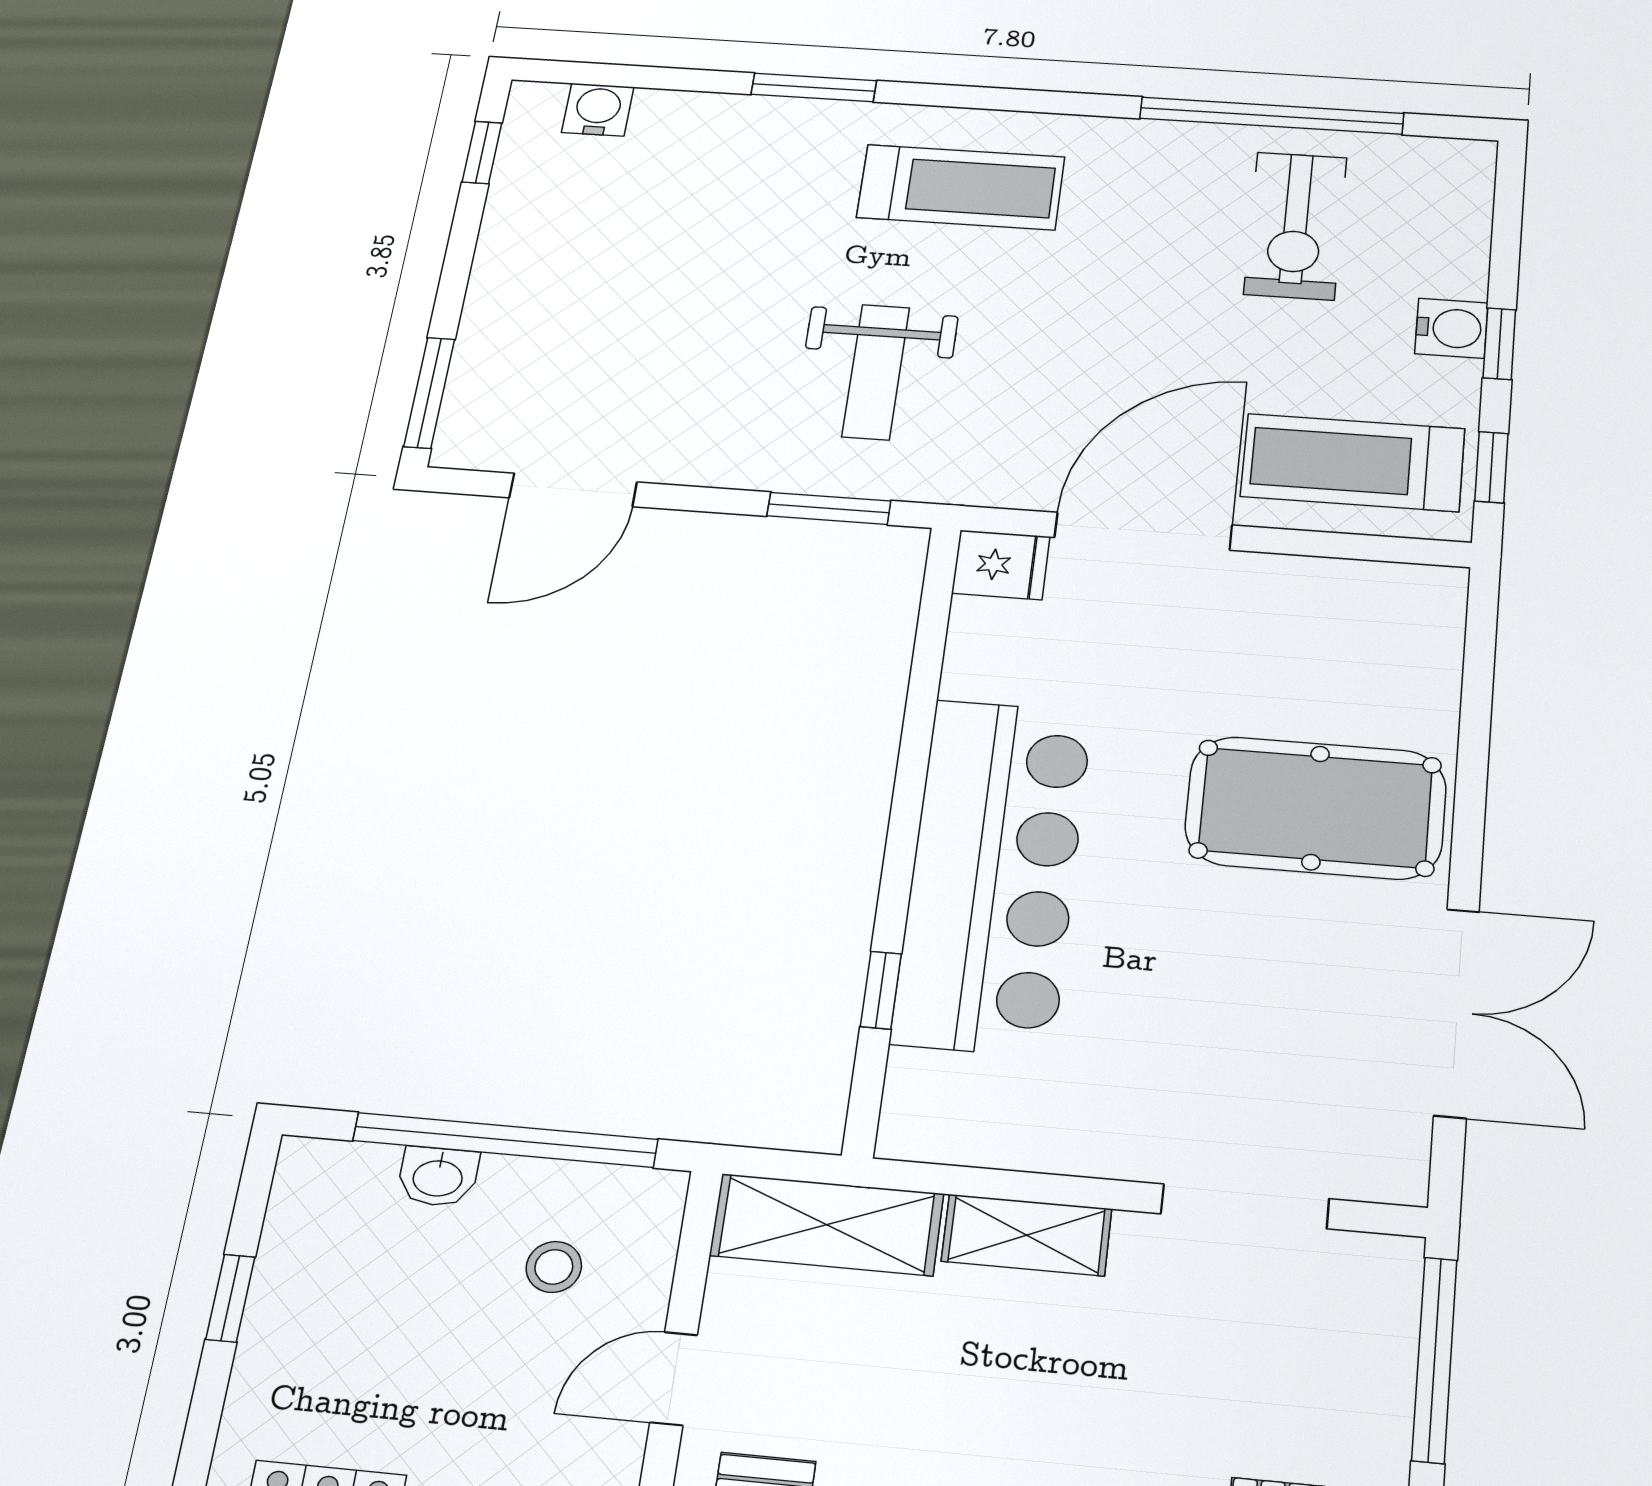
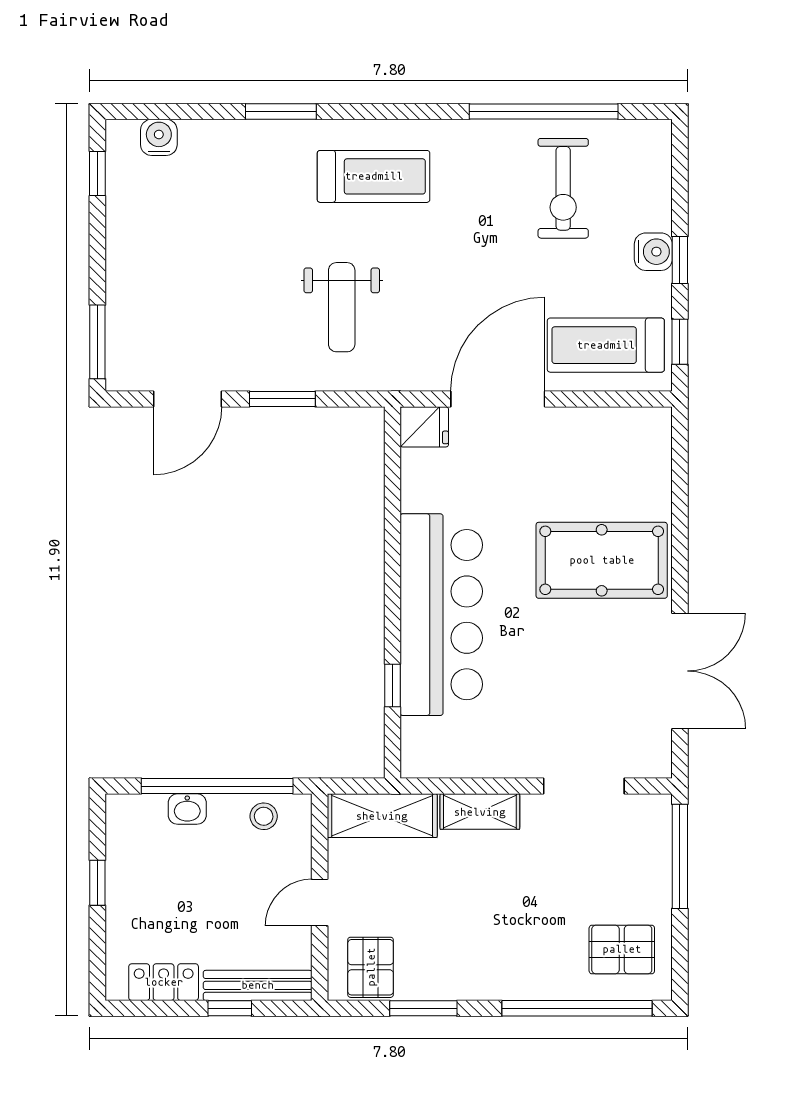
window: (829, 508) -> (282, 399), moved
stool: (554, 1267) -> (264, 816), moved

